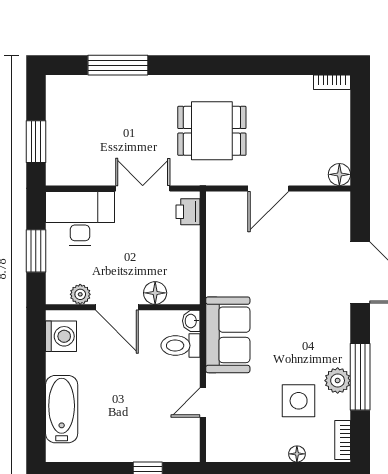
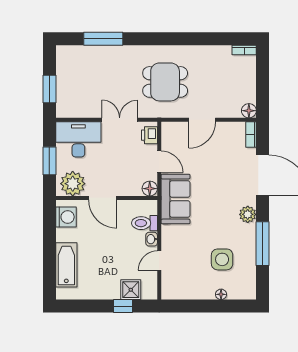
door: (203, 252) -> (159, 162), added
floor lamp: (155, 293) -> (150, 189), moved
plant: (80, 294) -> (73, 184), width x1.87, depth x1.87
washbasin: (191, 321) -> (152, 239), moved
sofa: (228, 335) -> (176, 199), moved
plant: (338, 381) -> (248, 214), moved
bookcase: (343, 440) -> (251, 135), moved
shower: (160, 447) -> (131, 290), added

